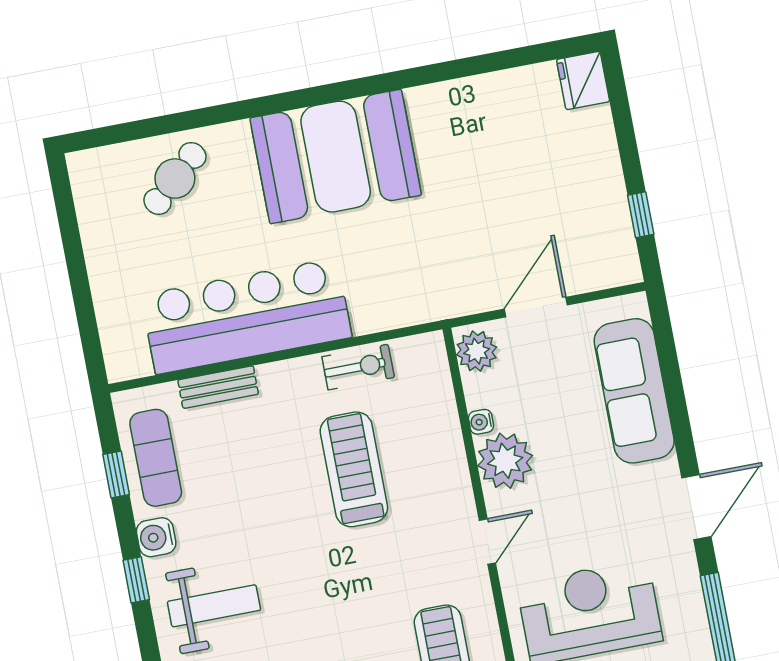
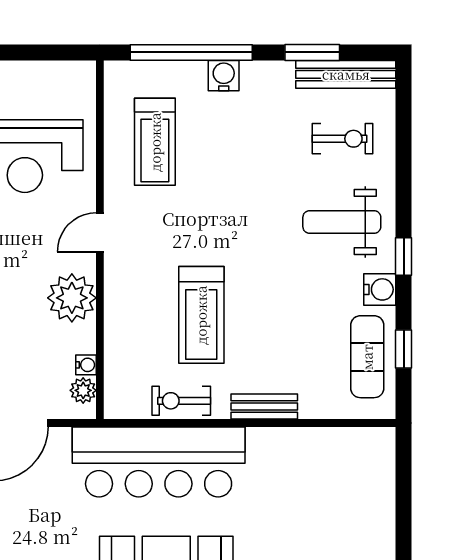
bar counter: (246, 316) -> (159, 462), moved
plant: (477, 351) -> (83, 390), width x0.73, depth x0.73
bench: (218, 387) -> (264, 407), moved
water cooler: (481, 422) -> (86, 365), moved

